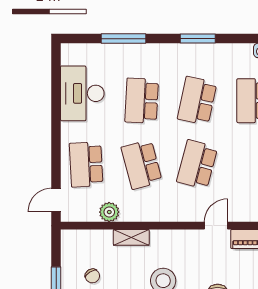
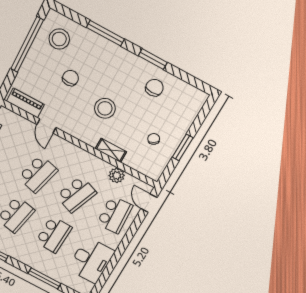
school desk: (142, 164) -> (76, 194), turned 36
door: (56, 200) -> (149, 203), swing flipped
door: (216, 226) -> (46, 126), hinge flipped

